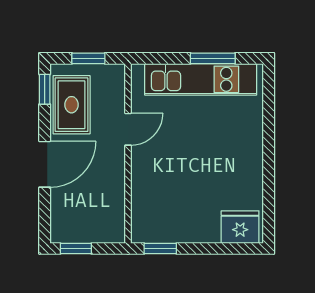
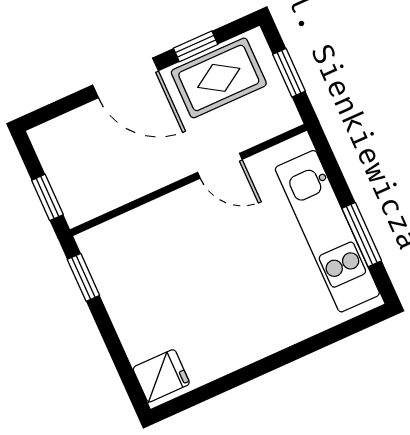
window: (45, 89) -> (196, 46), moved
fridge: (240, 227) -> (161, 376), width x0.72
window: (76, 249) -> (47, 197), moved

